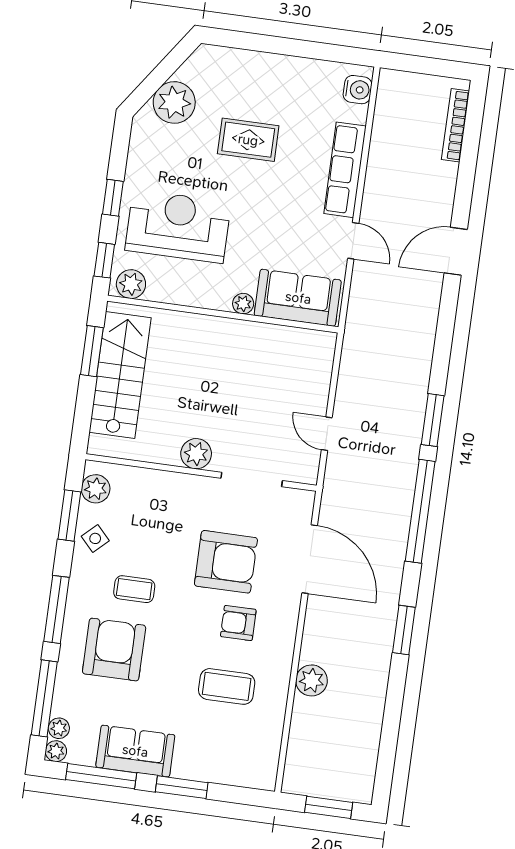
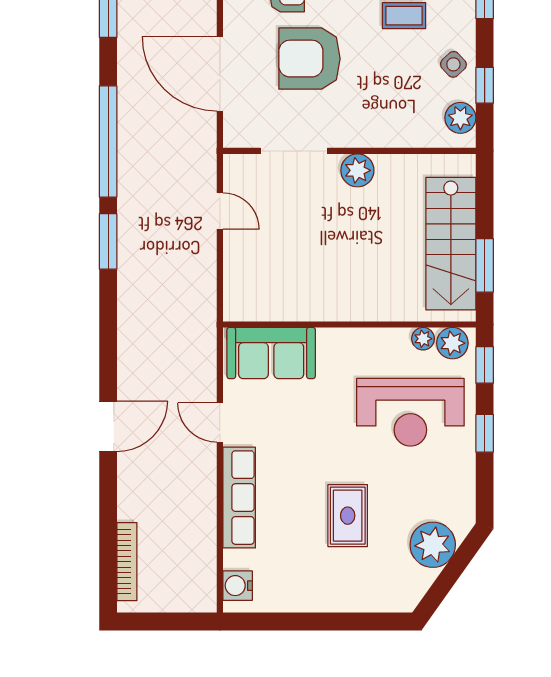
rug: (248, 140) -> (348, 516), turned 90
plant: (243, 304) -> (423, 339), moved
window: (69, 515) -> (485, 85), width x0.67

